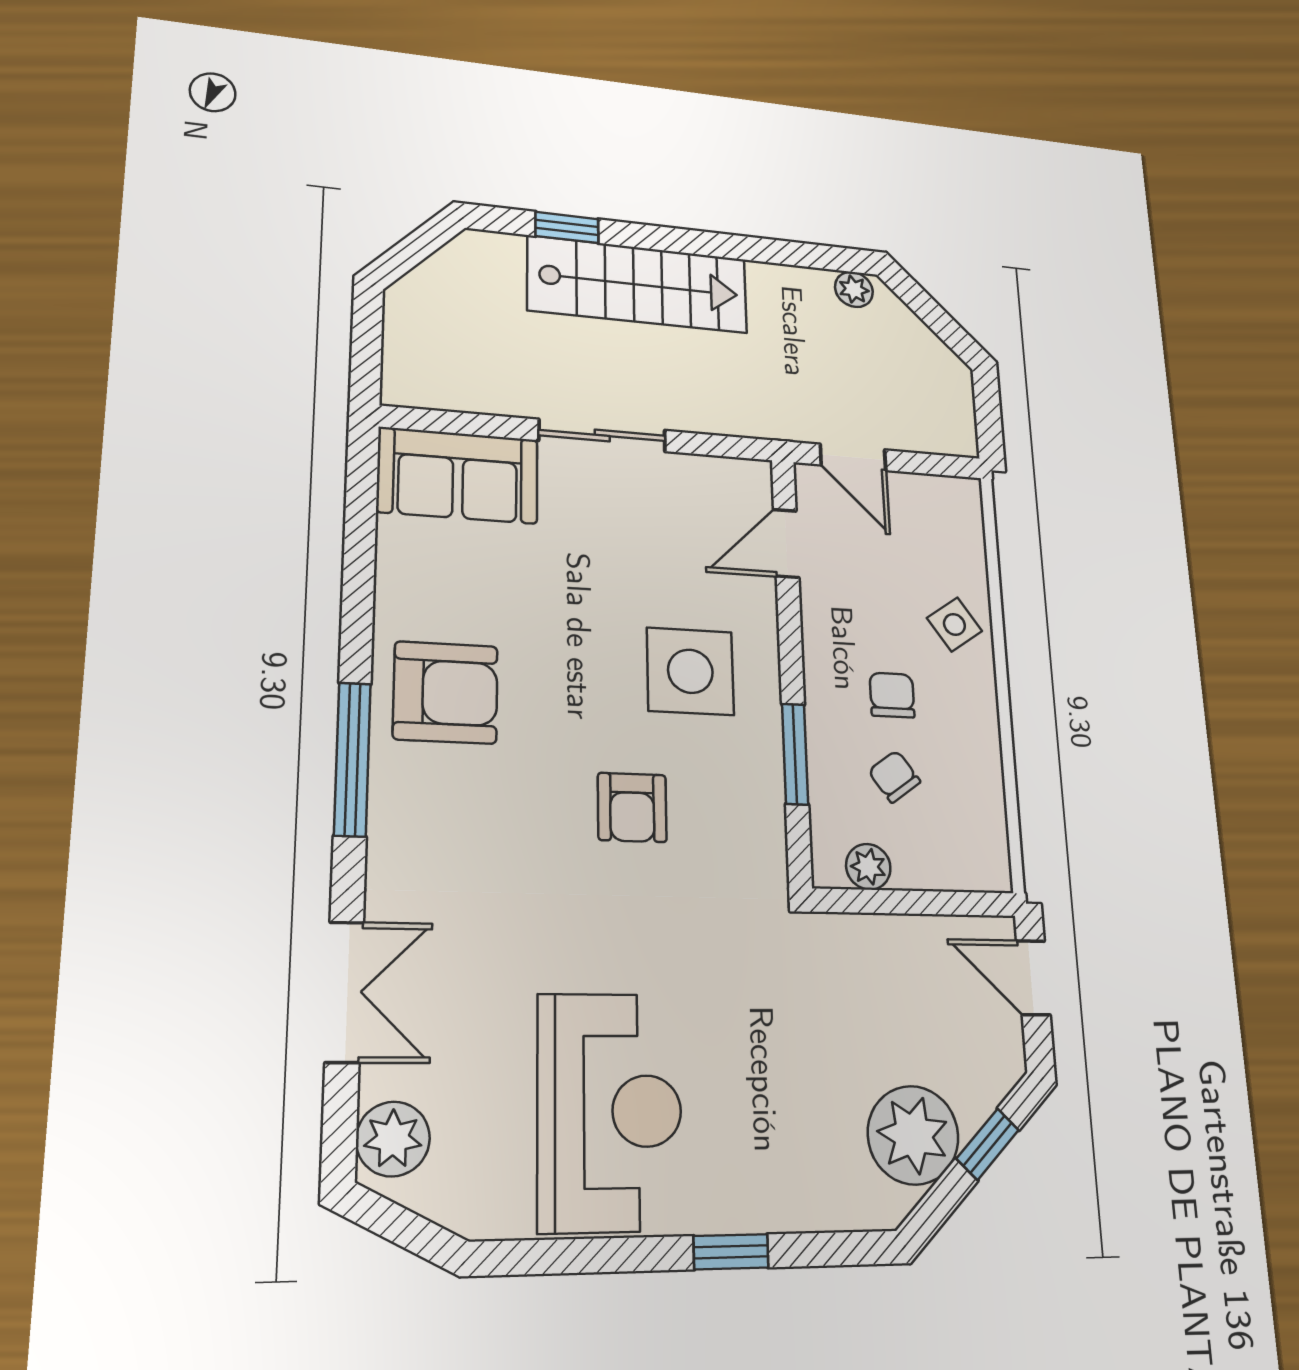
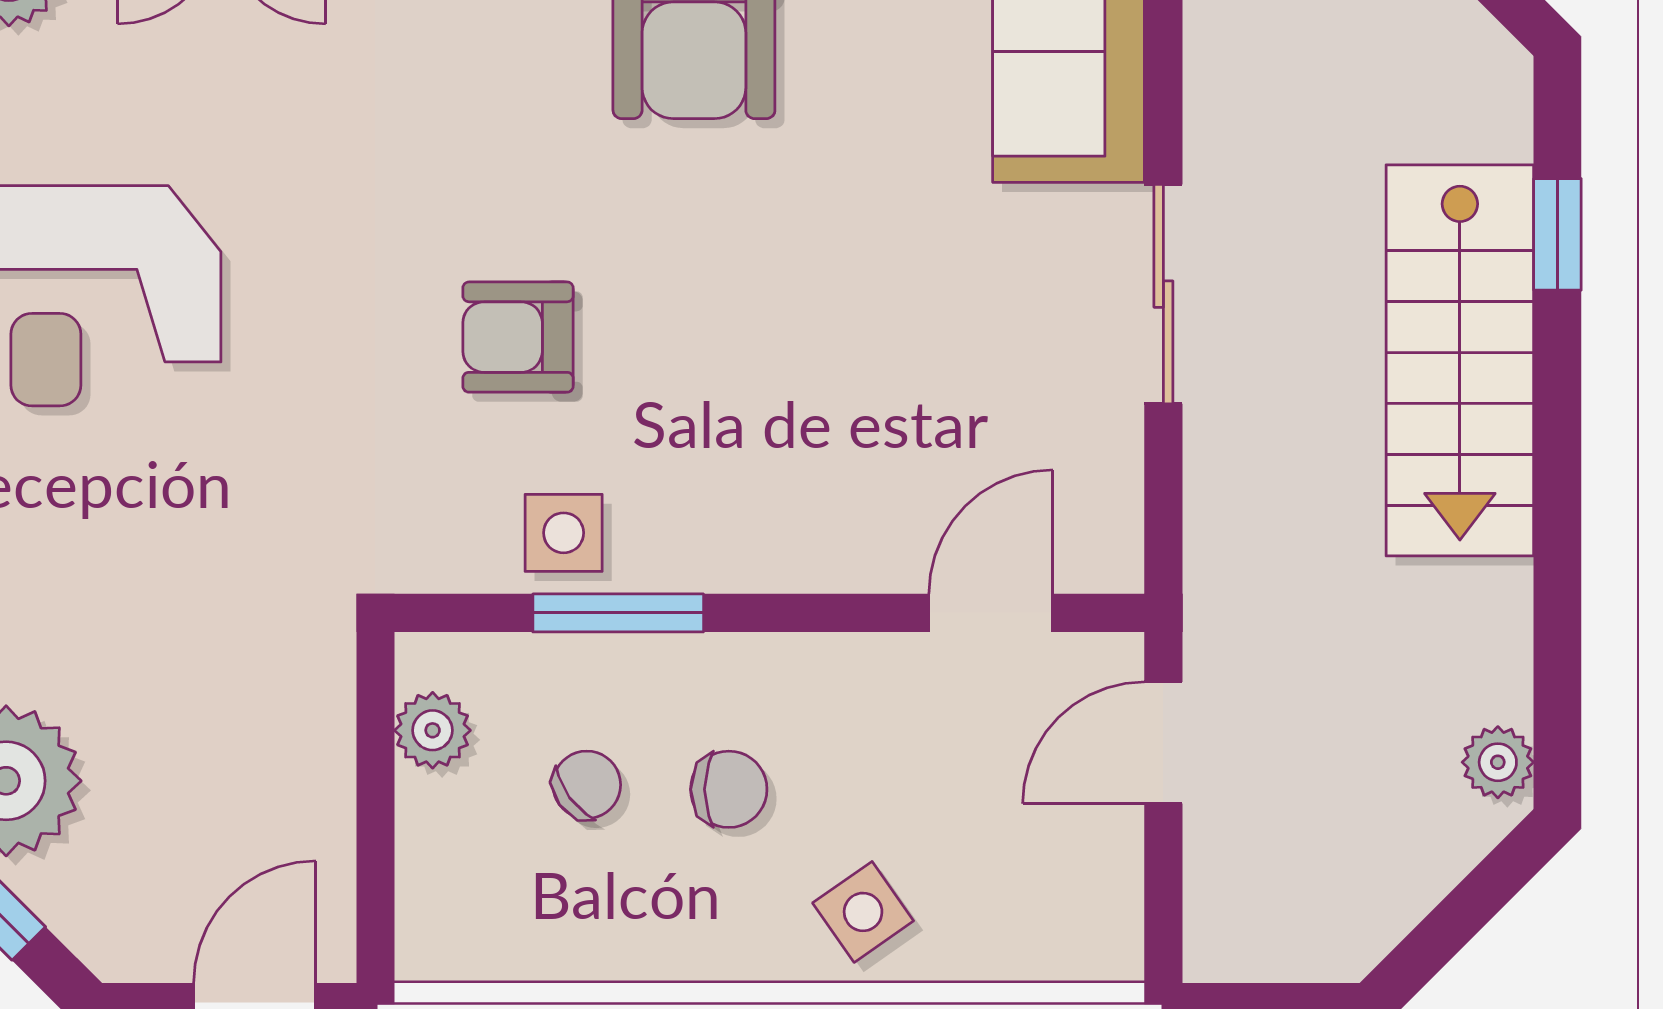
door: (786, 543) -> (991, 613), hinge flipped
side table: (690, 671) -> (564, 533), moved, width x0.54, depth x0.54

